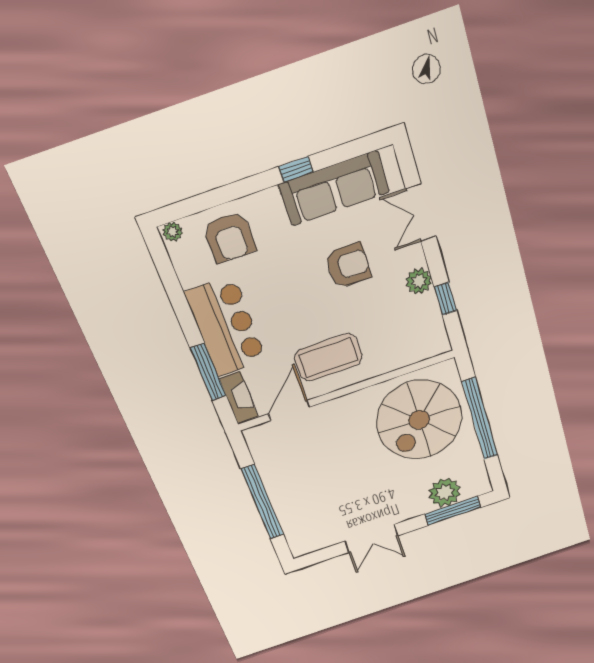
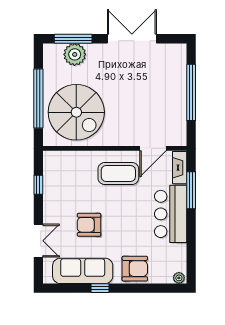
armchair: (230, 237) -> (135, 269), moved, turned 90
plant: (419, 281) -> (51, 201), removed
spiral stairs: (419, 420) -> (76, 112), turned 90
double door: (371, 538) -> (132, 39), width x1.37

